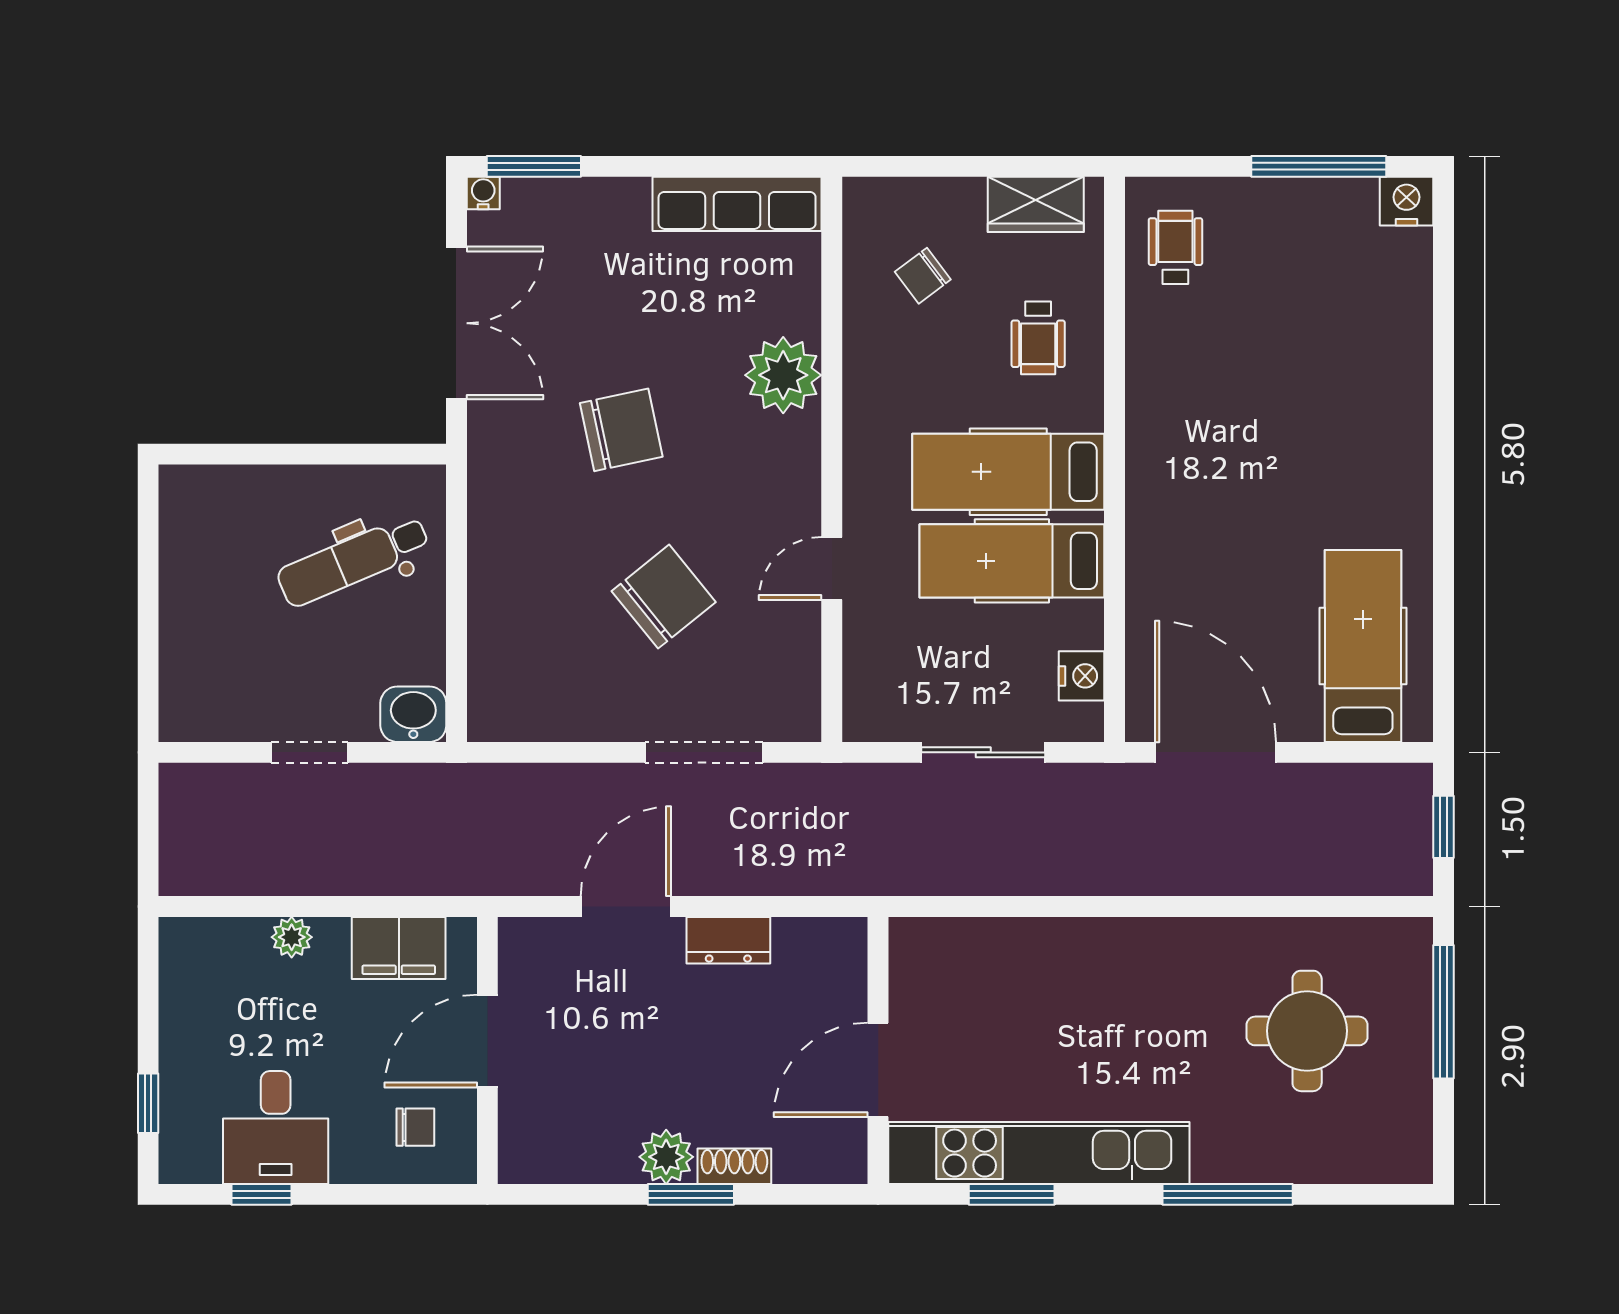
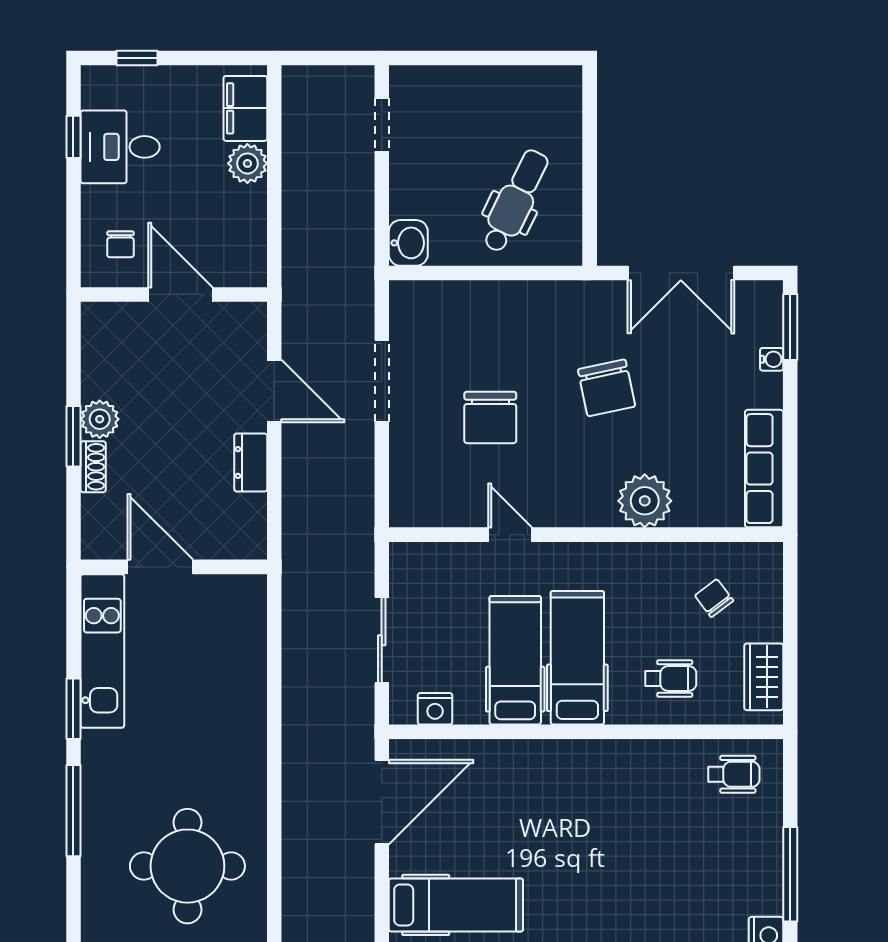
water cooler: (483, 193) -> (772, 359), moved
wheelchair: (1038, 338) -> (671, 679), turned 180
dental chair: (353, 561) -> (515, 201), turned 49
chair: (664, 597) -> (490, 417), turned 39
doorway: (310, 752) -> (382, 125), moved
doorway: (704, 752) -> (382, 381), moved
plant: (292, 937) -> (247, 163), width x1.38, depth x1.38
filing cabinet: (399, 948) -> (245, 108), moved
round table: (1307, 1031) -> (187, 866), width x1.36, depth x1.36
kitchen unit: (1039, 1153) -> (102, 651), width x0.73
window: (1012, 1194) -> (73, 709), moved

